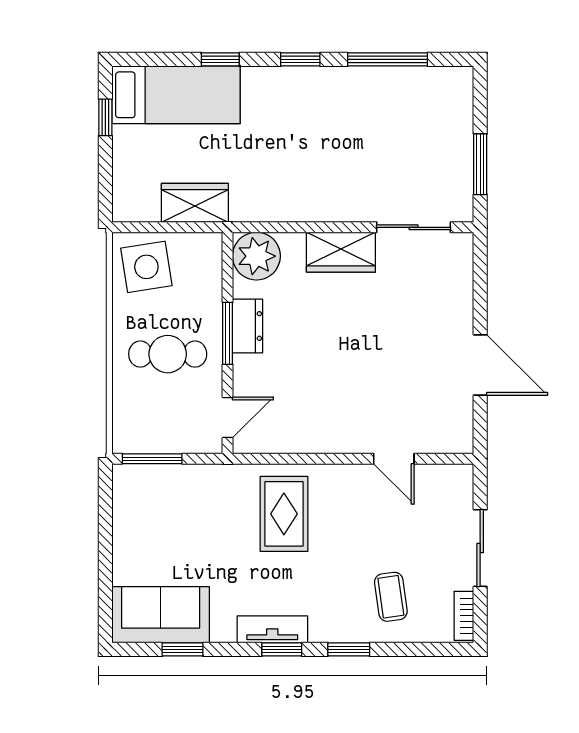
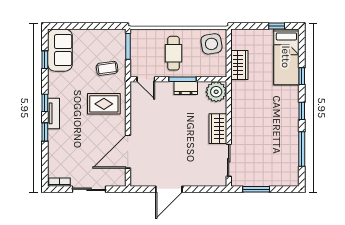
door: (394, 459) -> (128, 152), width x1.88
coffee table: (391, 597) -> (107, 68), moved
tv unit: (272, 629) -> (54, 113), moved

